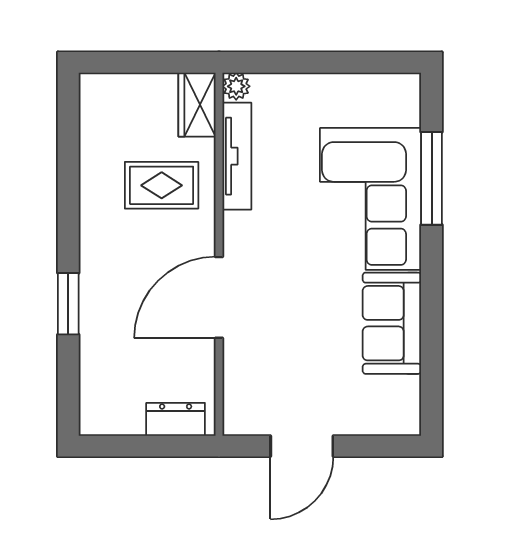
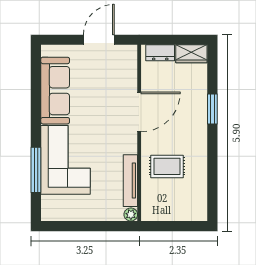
wardrobe: (197, 105) -> (191, 54), moved, turned 90
sofa: (392, 323) -> (55, 91), width x1.36

